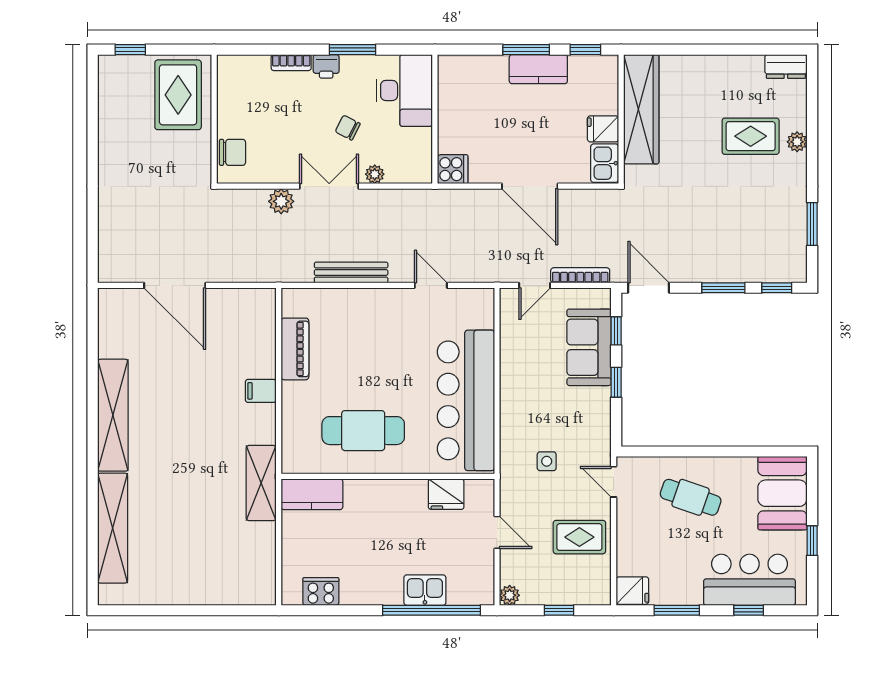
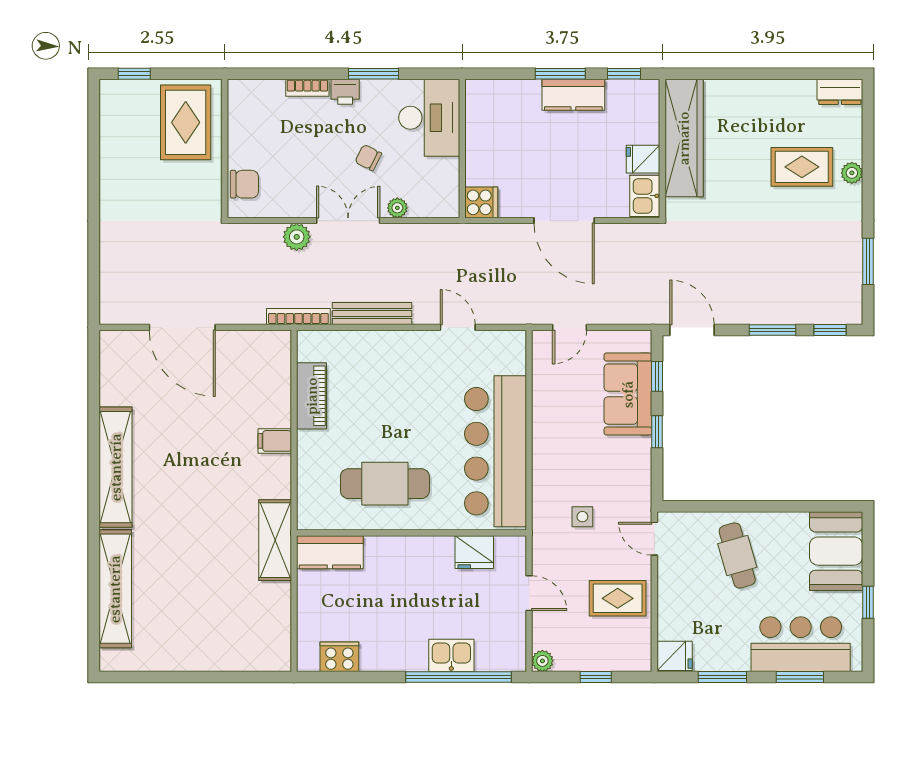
bookcase: (580, 275) -> (298, 317), moved
cafe table: (691, 497) -> (737, 555), turned 55
window: (749, 610) -> (800, 677), width x1.50

